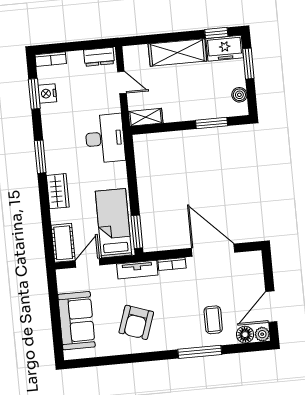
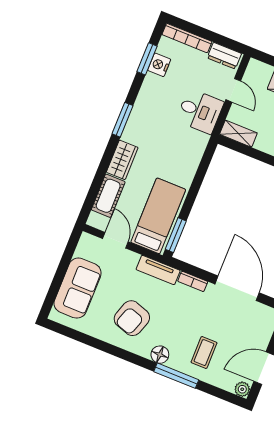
bookcase: (51, 59) -> (187, 38), width x1.56
desk: (105, 138) -> (200, 111), moved, width x0.73
cot: (63, 243) -> (108, 196), moved
door: (88, 263) -> (115, 240), hinge flipped
floor lamp: (245, 335) -> (160, 355), moved

